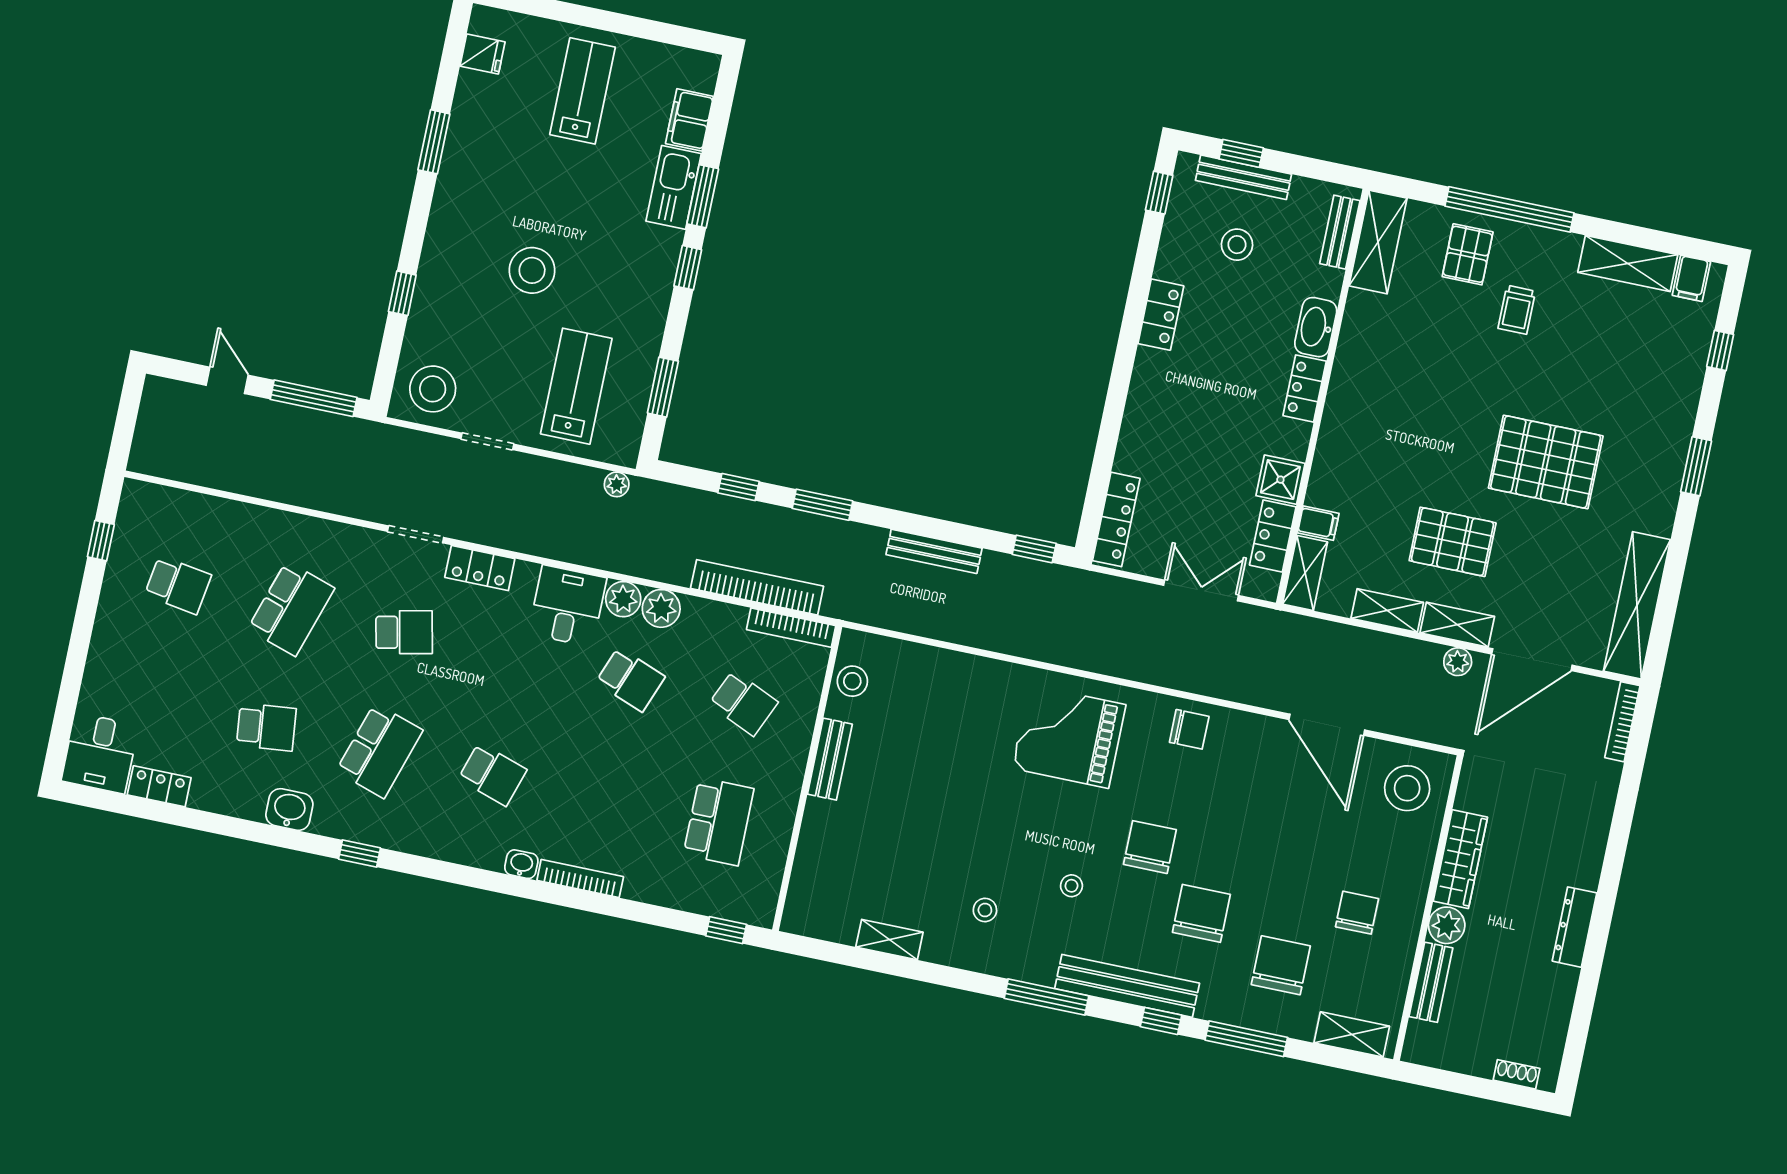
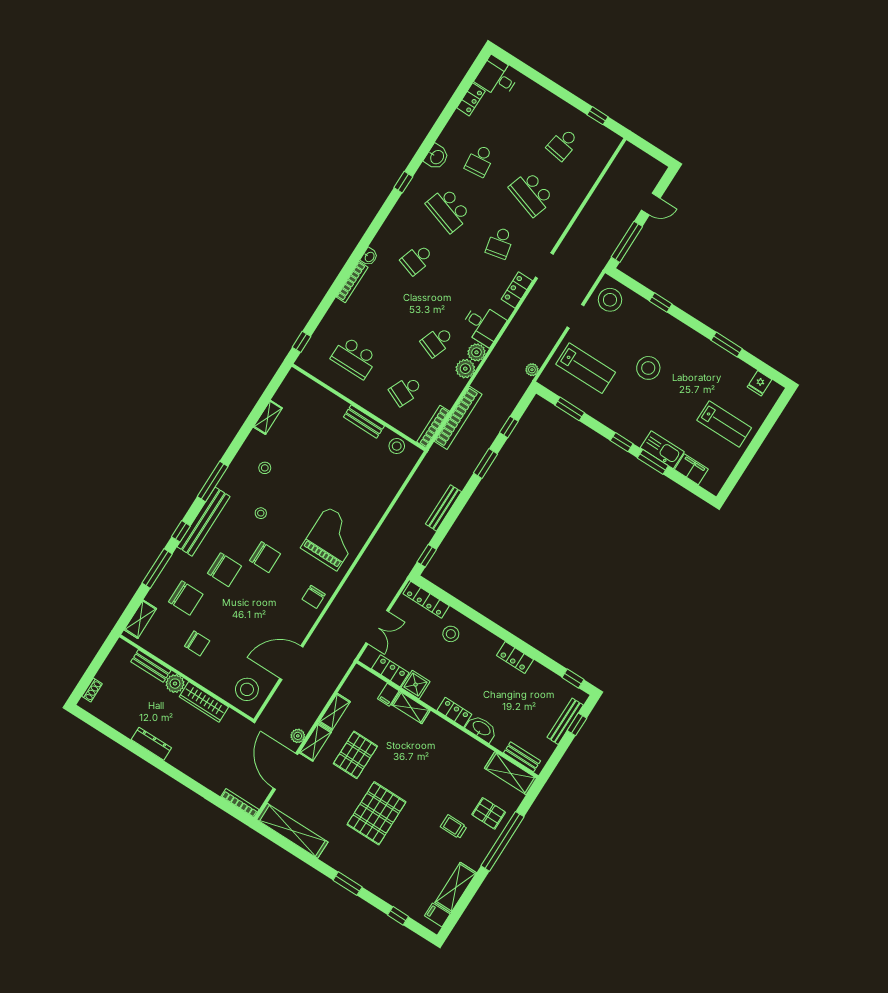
stool: (1237, 245) -> (451, 634), moved
shelving: (1305, 573) -> (411, 708), moved

